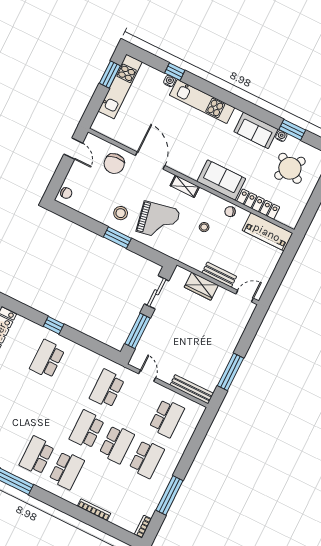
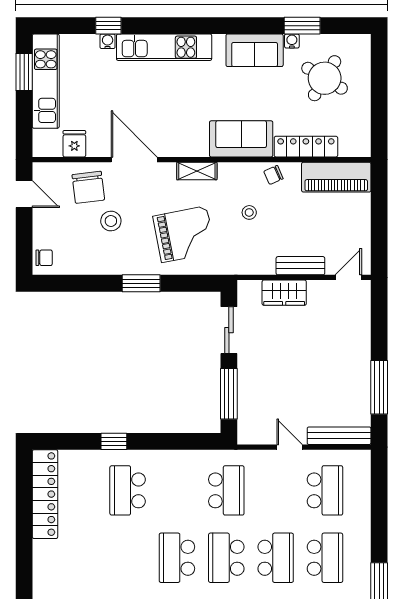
fridge: (119, 133) -> (74, 144), added
stool: (121, 213) -> (111, 221), moved
door: (147, 376) -> (290, 447), moved
school desk: (107, 389) -> (226, 490), turned 180
school desk: (57, 415) -> (177, 558), added

